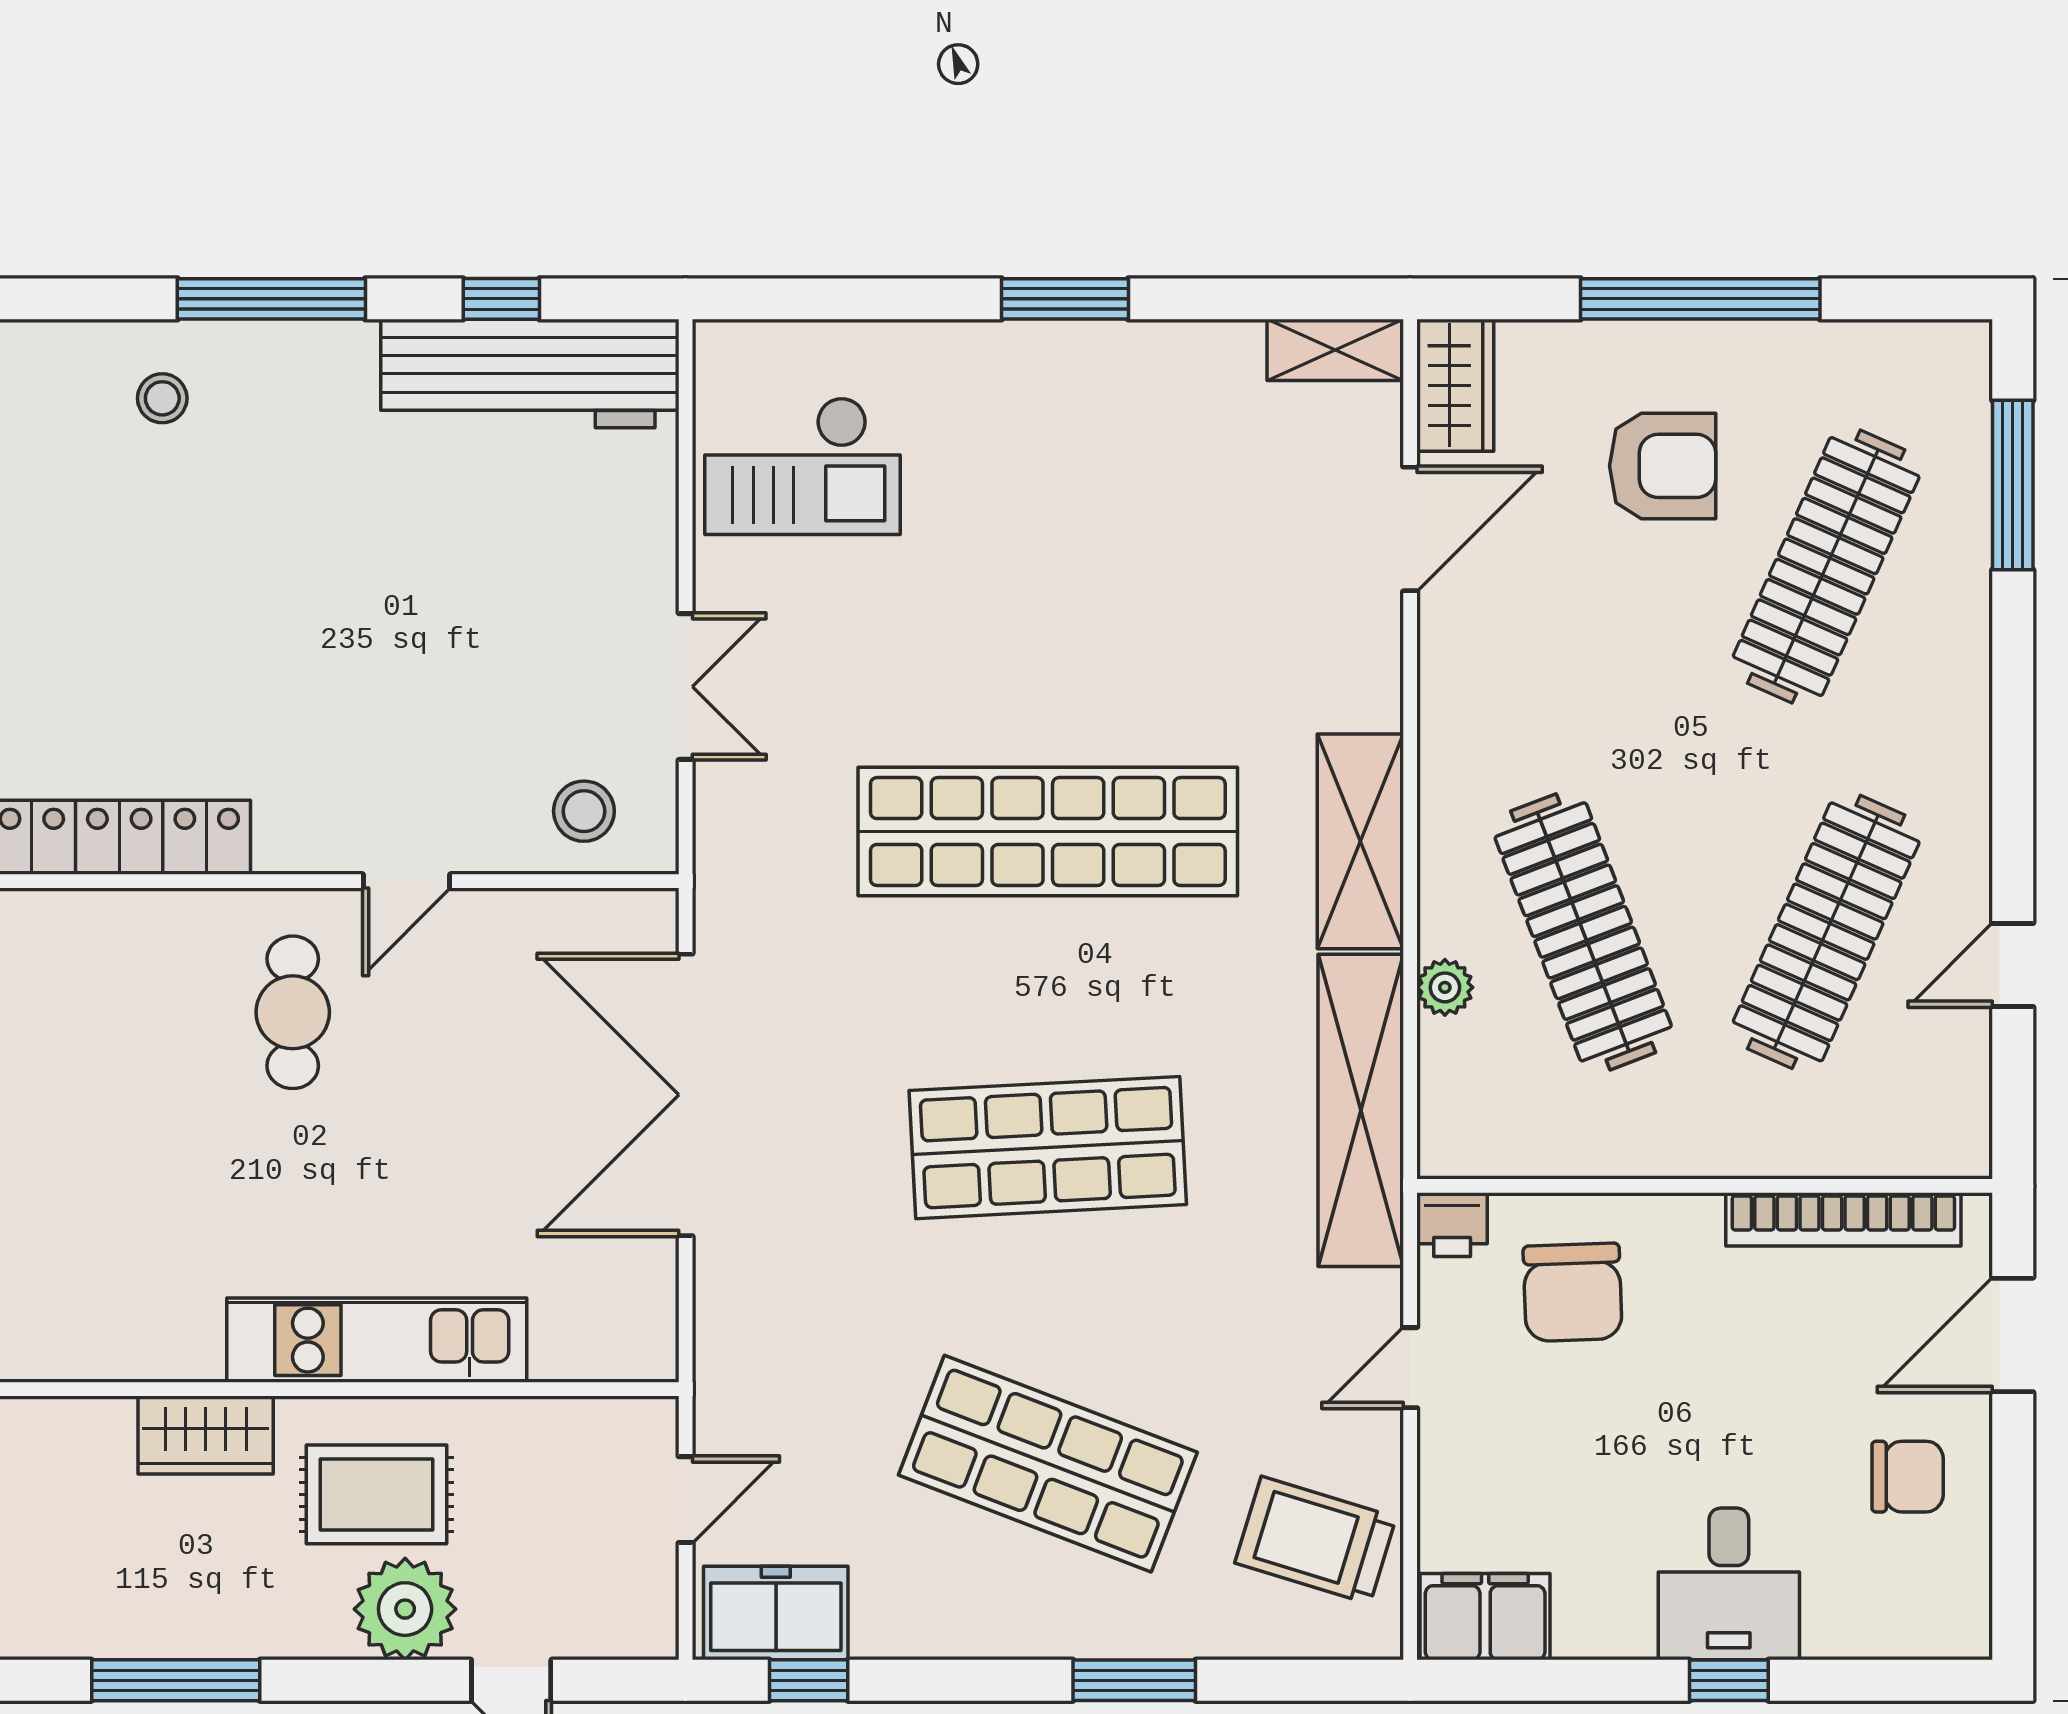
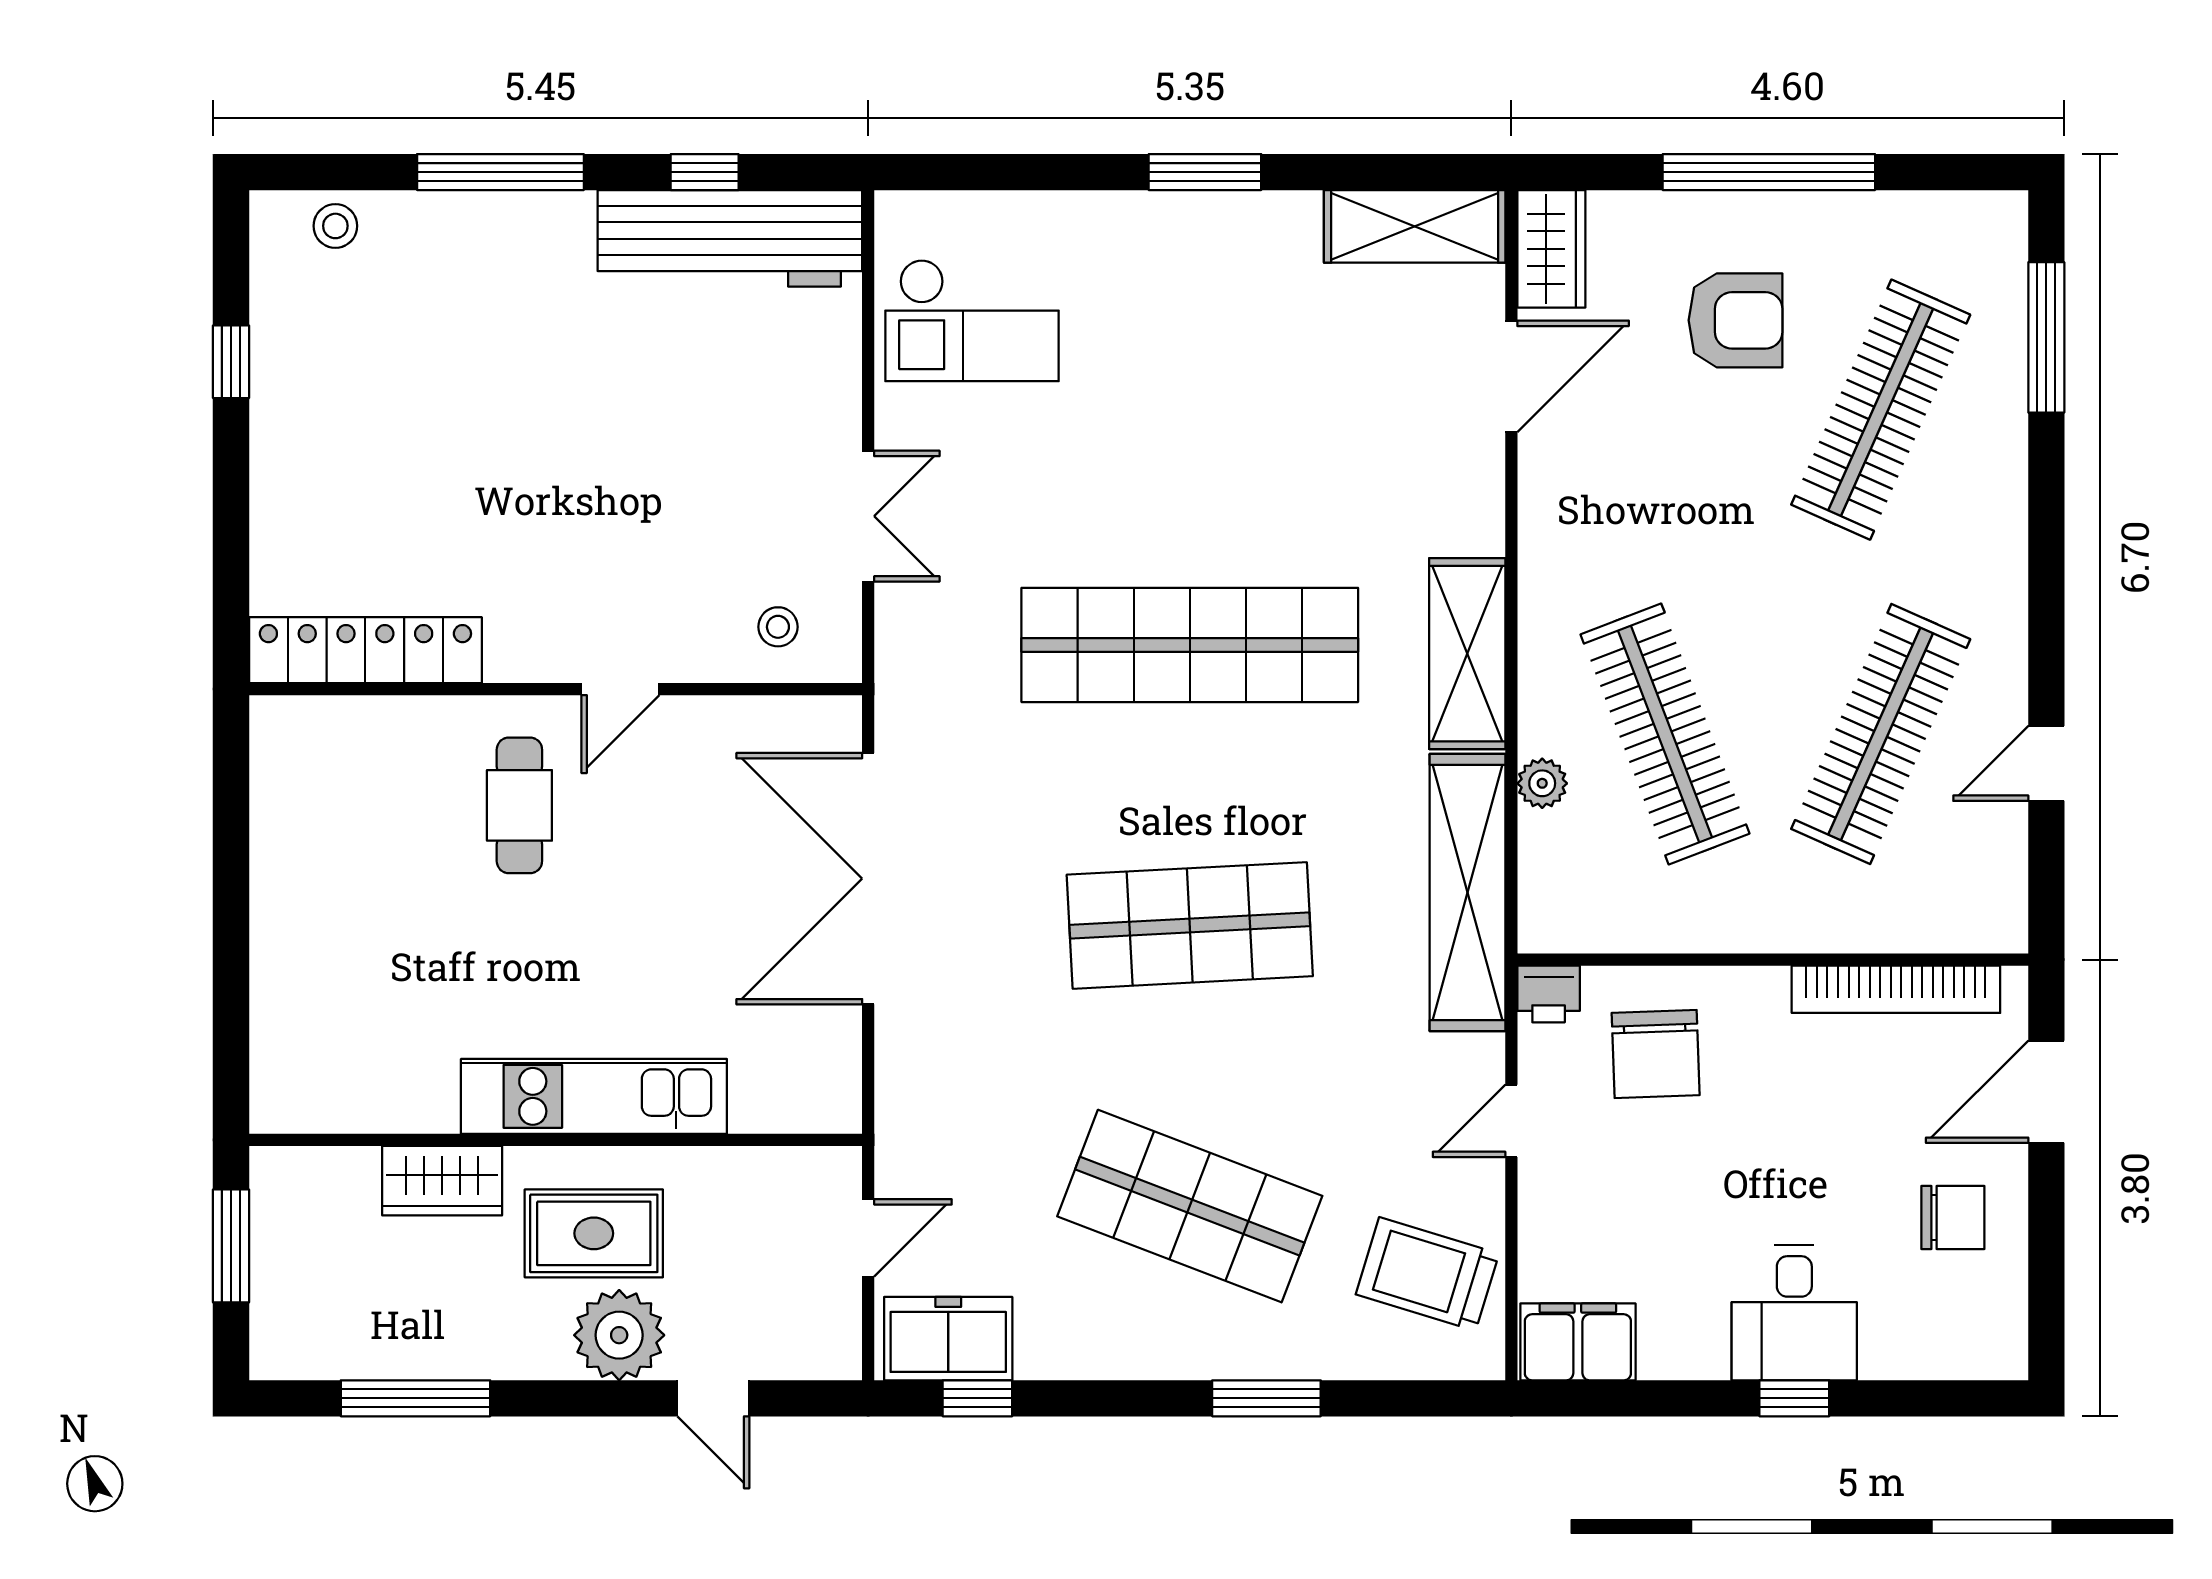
shelving: (1335, 350) -> (1415, 226), width x1.50, depth x1.33
stool: (162, 398) -> (335, 226), moved
stool: (584, 811) -> (778, 627), width x0.73, depth x0.73

